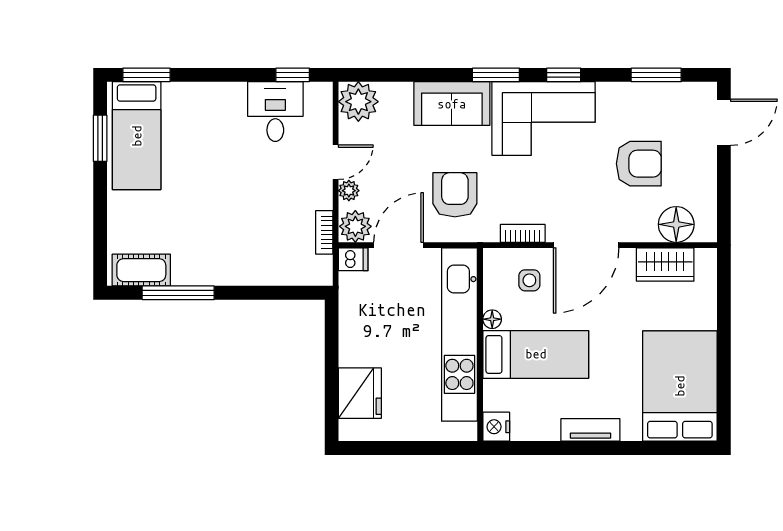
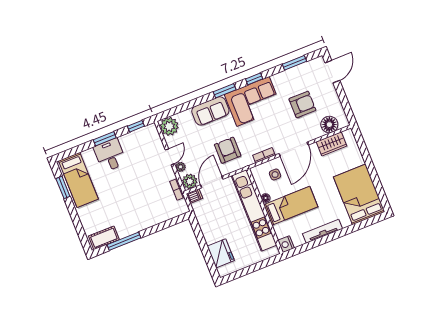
window: (146, 75) -> (105, 139), moved
desk: (275, 112) -> (110, 155), moved
tv unit: (590, 430) -> (323, 231), width x1.41

